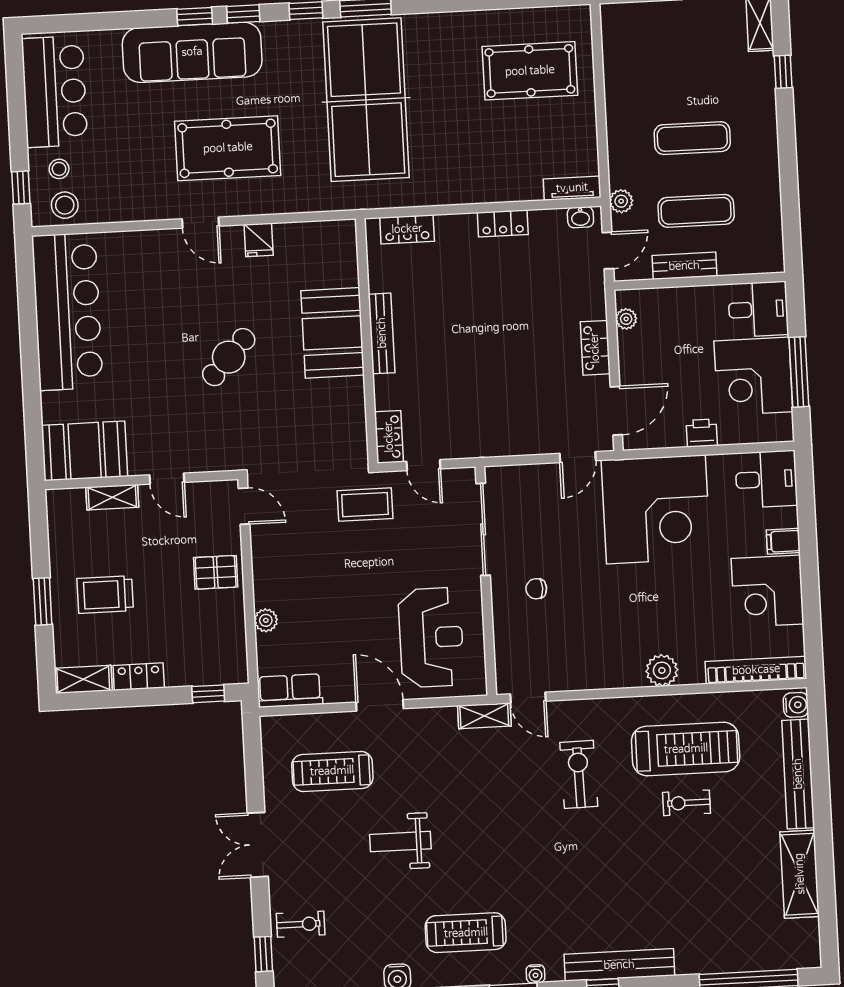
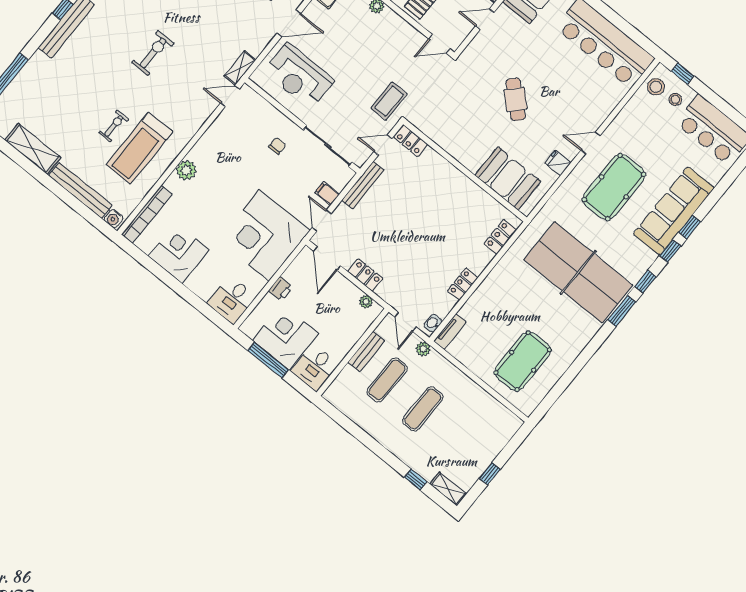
booth: (333, 333) -> (508, 178), moved
bench: (382, 333) -> (363, 185), moved, turned 90
filing cabinet: (783, 541) -> (327, 193), moved, turned -90
exercise bike: (579, 774) -> (153, 53), moved, turned -89

